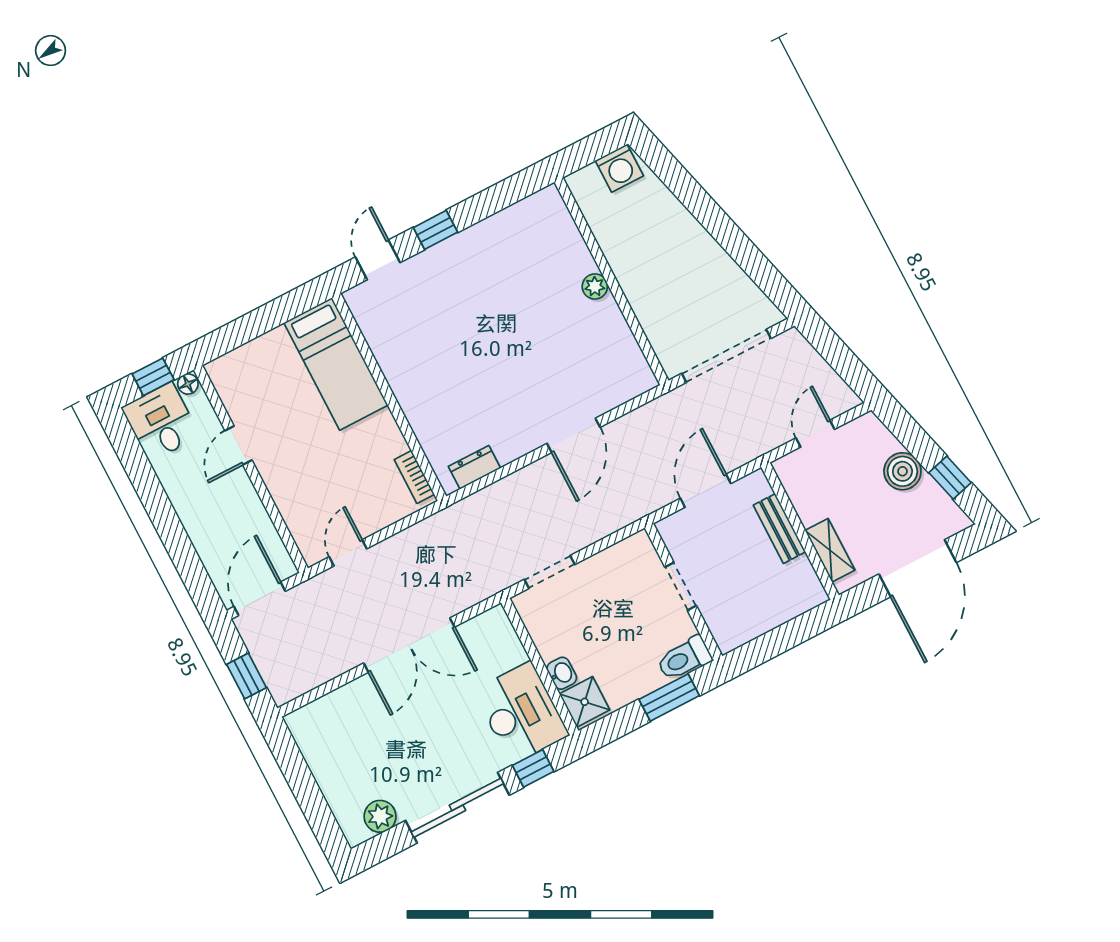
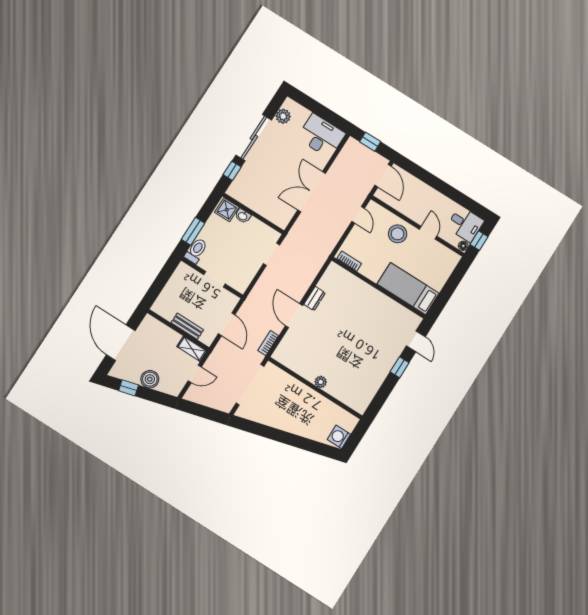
bookcase: (650, 412) -> (268, 343), added
door: (815, 434) -> (195, 374), hinge flipped
dresser: (474, 467) -> (315, 299), moved
stool: (296, 476) -> (398, 234), added
shelving: (830, 550) -> (192, 349), moved
desk: (521, 713) -> (321, 136), moved, turned 180

